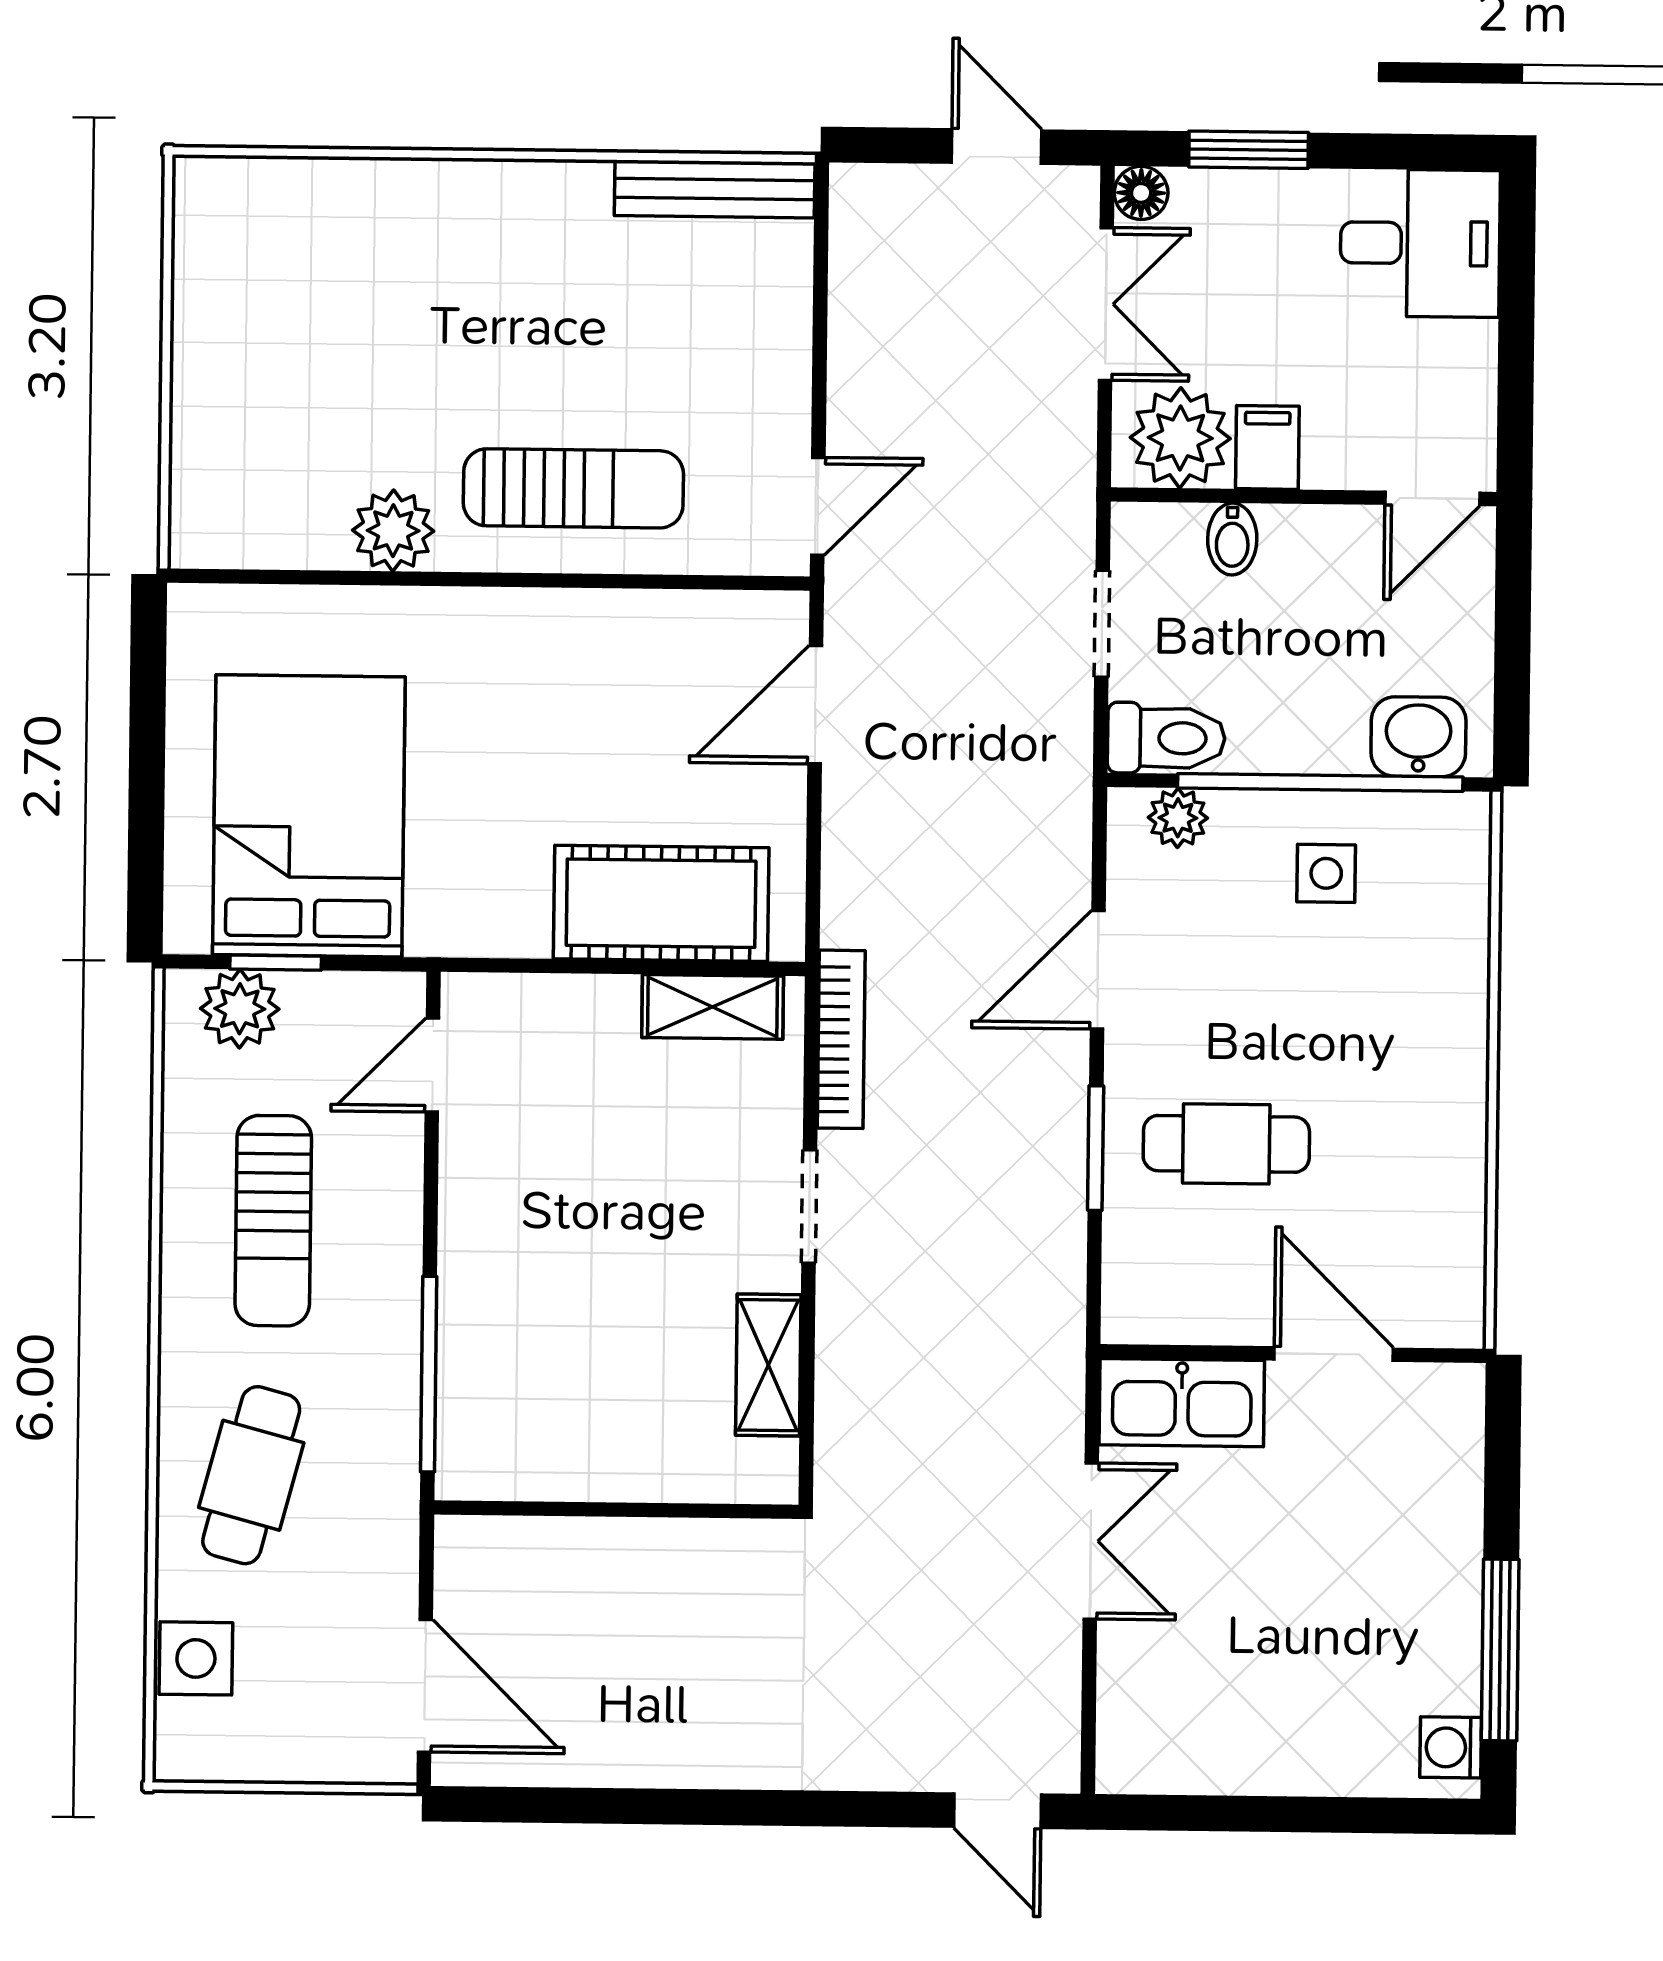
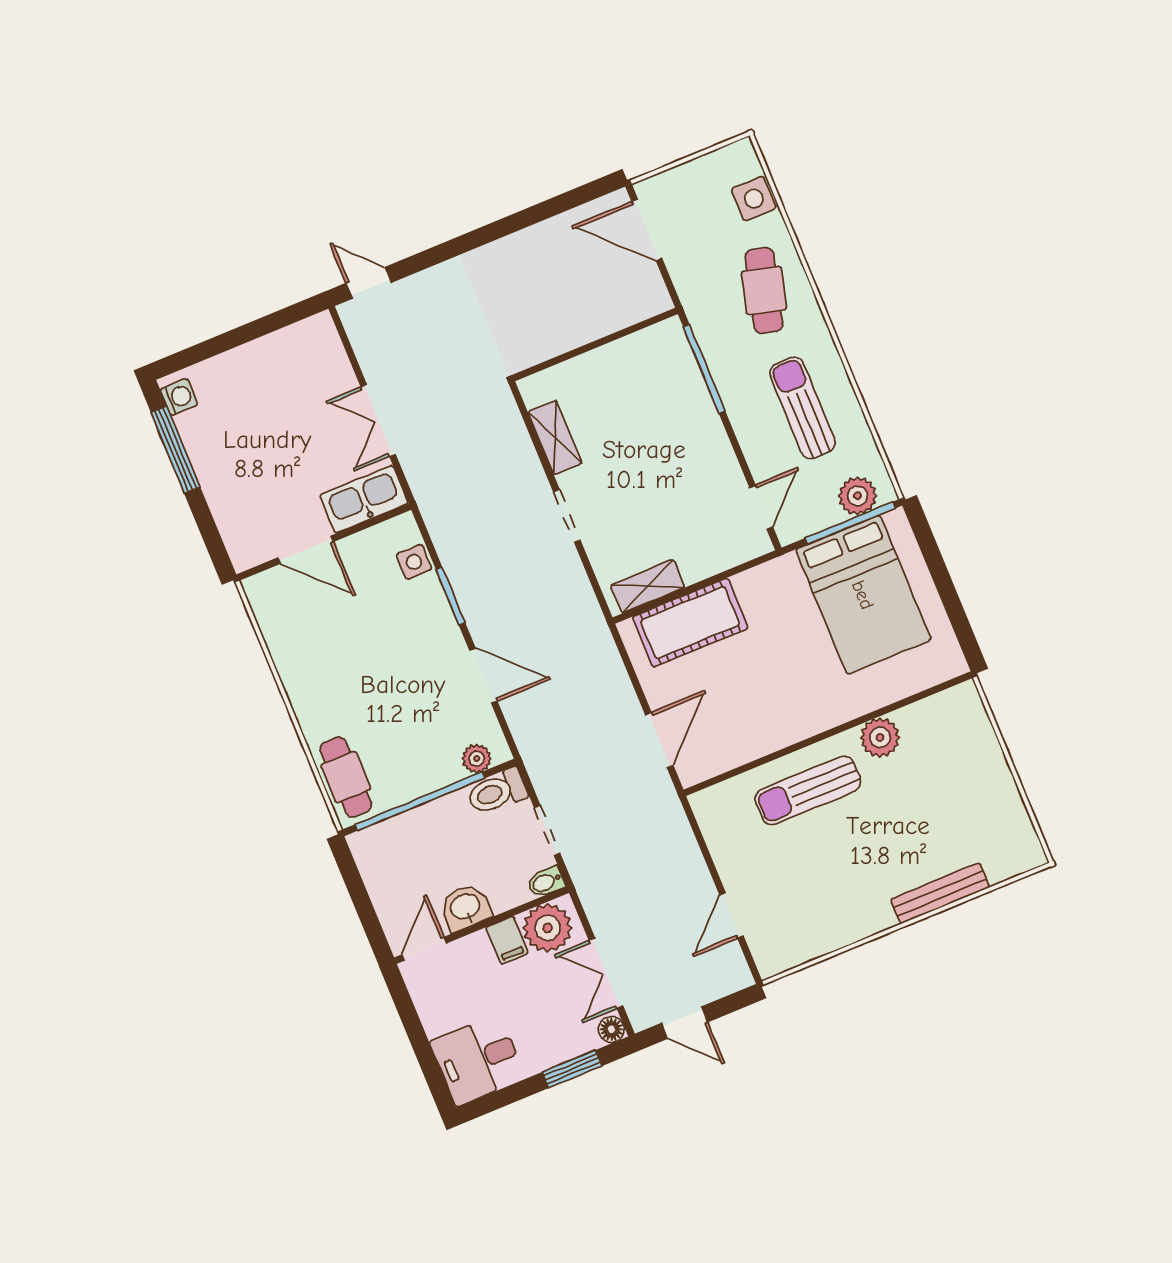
bench: (715, 189) -> (940, 893), moved
door: (818, 506) -> (732, 915), moved
bidet: (1232, 539) -> (546, 882), moved, turned -90
washbasin: (1418, 737) -> (465, 907), moved, turned 180
side table: (1326, 873) -> (414, 562), moved
window: (276, 963) -> (850, 523), width x2.17
door: (1098, 970) -> (483, 676), hinge flipped
bookcase: (841, 1039) -> (584, 596), removed
cafe table: (1226, 1144) -> (346, 777), moved, turned 90

